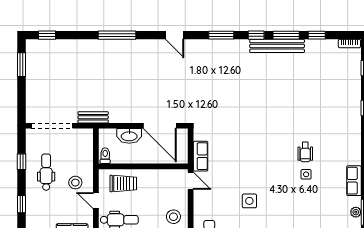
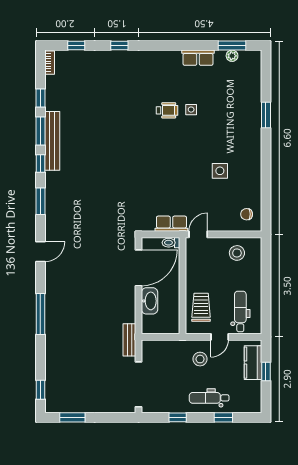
toilet: (105, 156) -> (171, 243), moved
dental chair: (46, 172) -> (209, 398), moved

